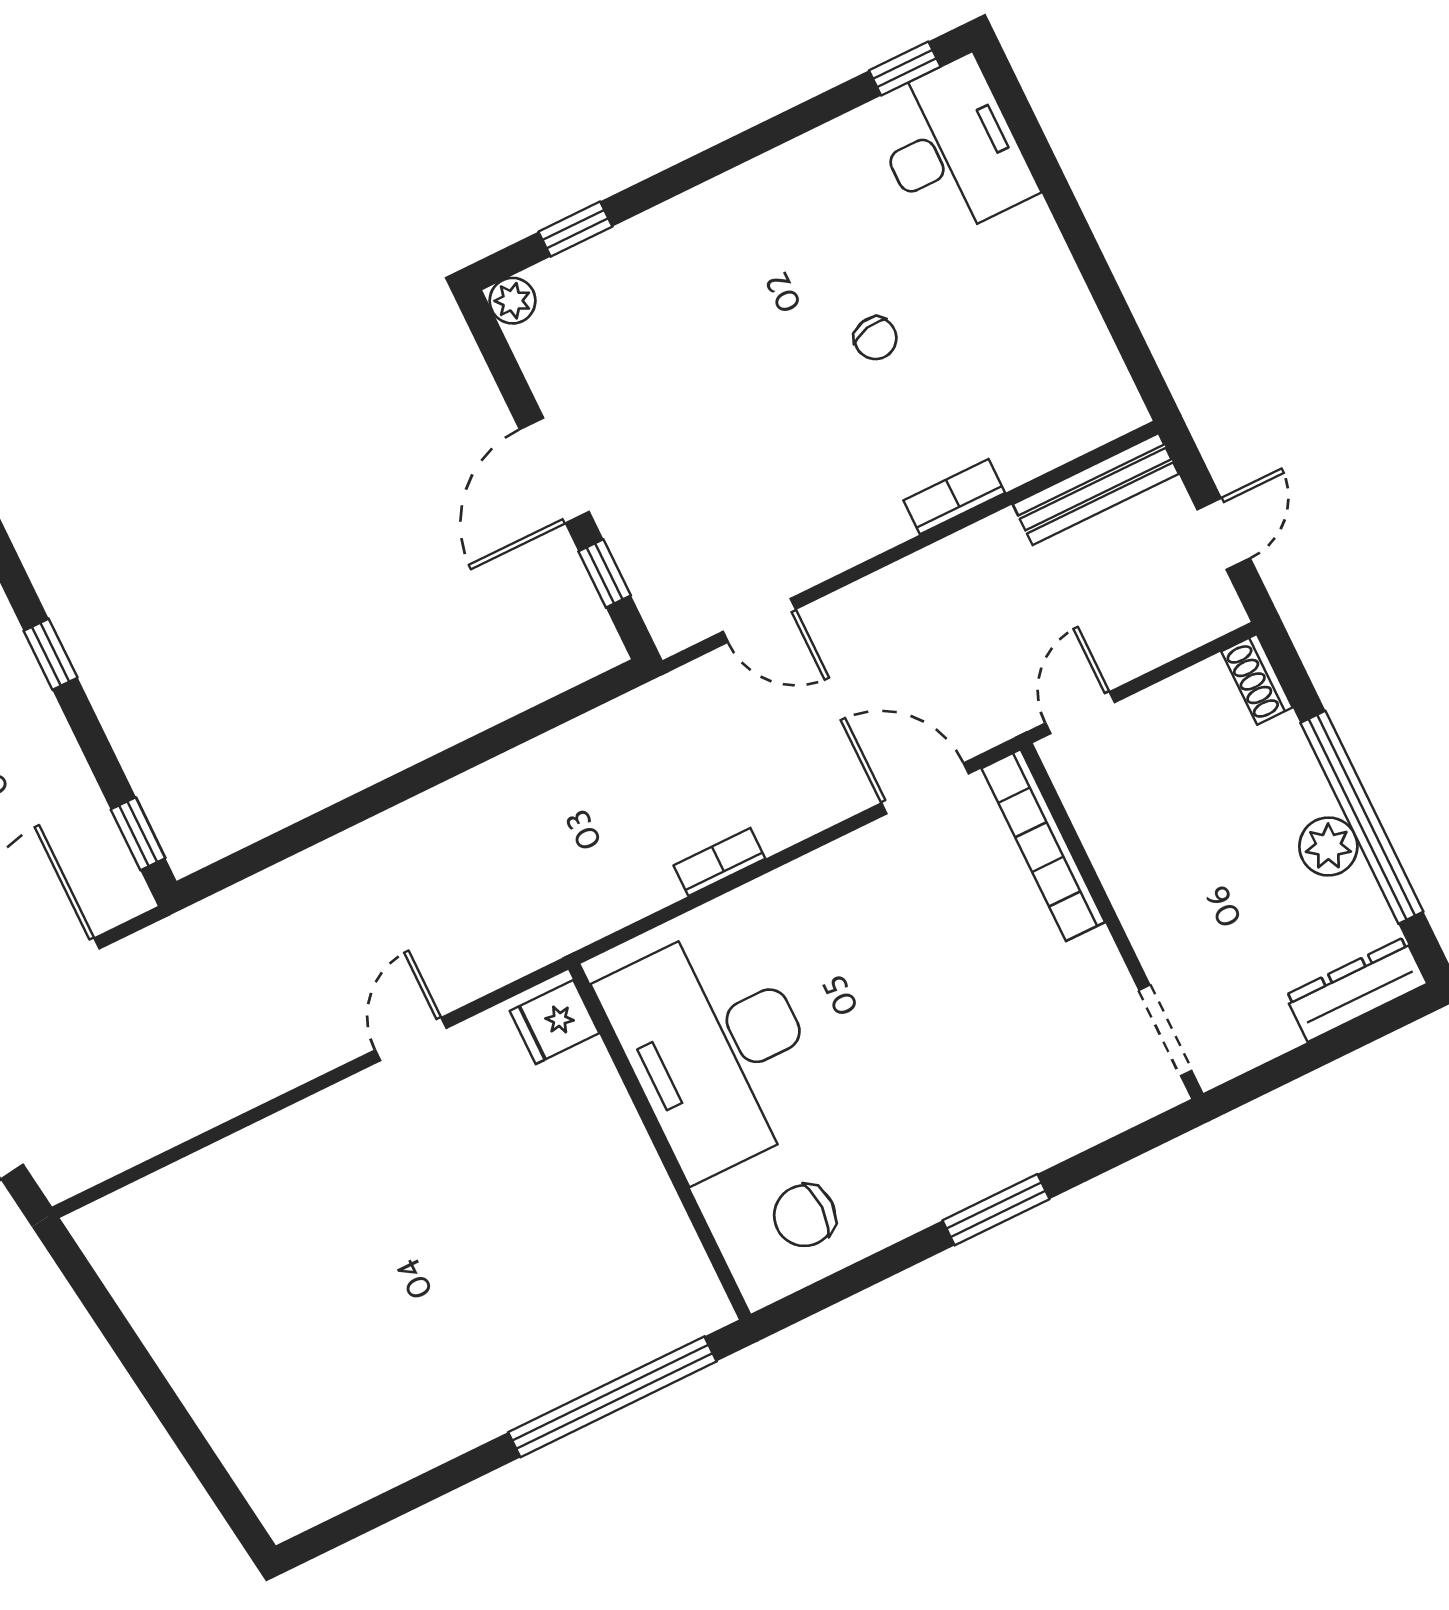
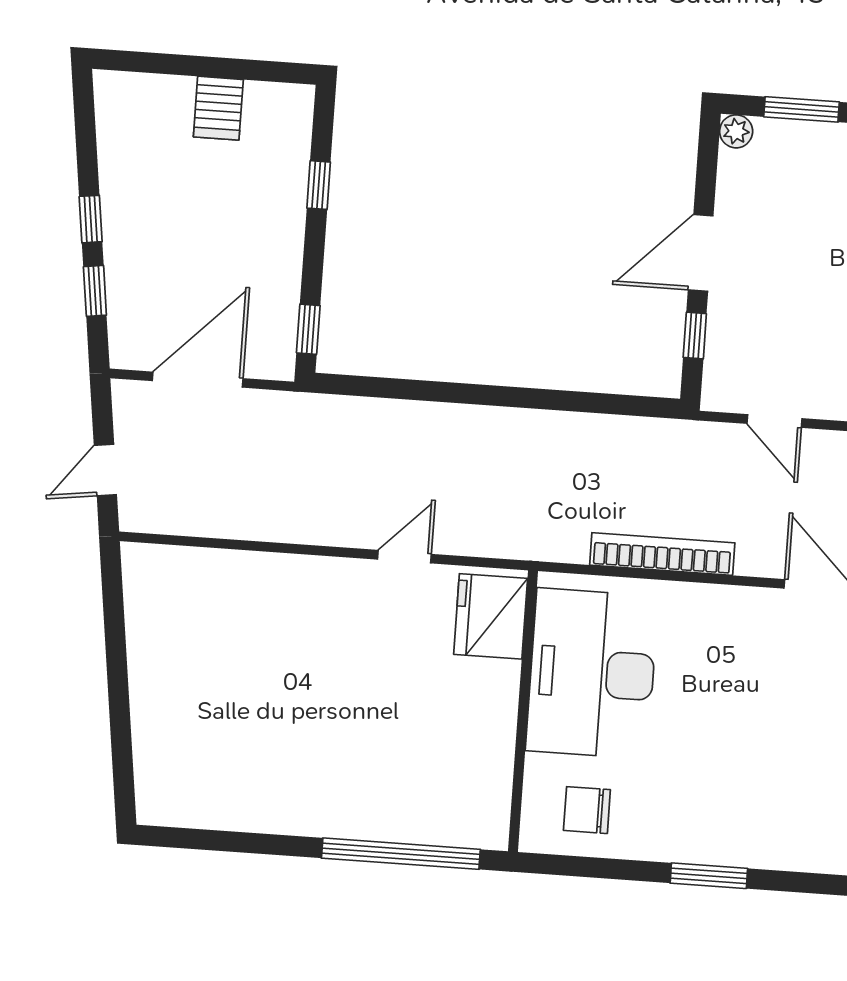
window: (575, 229) -> (801, 109), width x1.50
bookcase: (719, 862) -> (662, 554), width x2.31, depth x1.31
fridge: (554, 1022) -> (491, 616), width x1.88, depth x1.34

